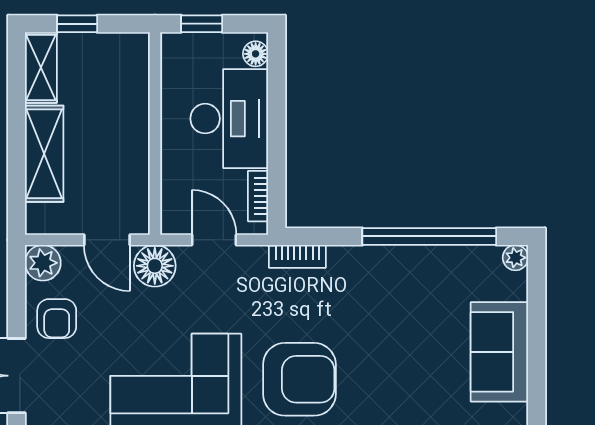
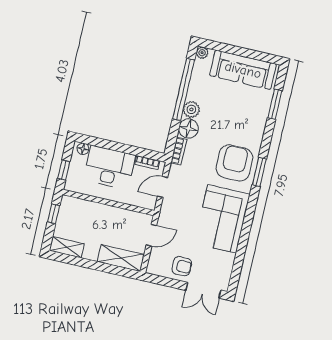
window: (77, 24) -> (54, 214), moved
shelving: (44, 154) -> (121, 258), moved
plant: (43, 263) -> (191, 109), moved
floor lamp: (155, 266) -> (188, 128), moved
sofa: (499, 352) -> (243, 70), width x1.36

